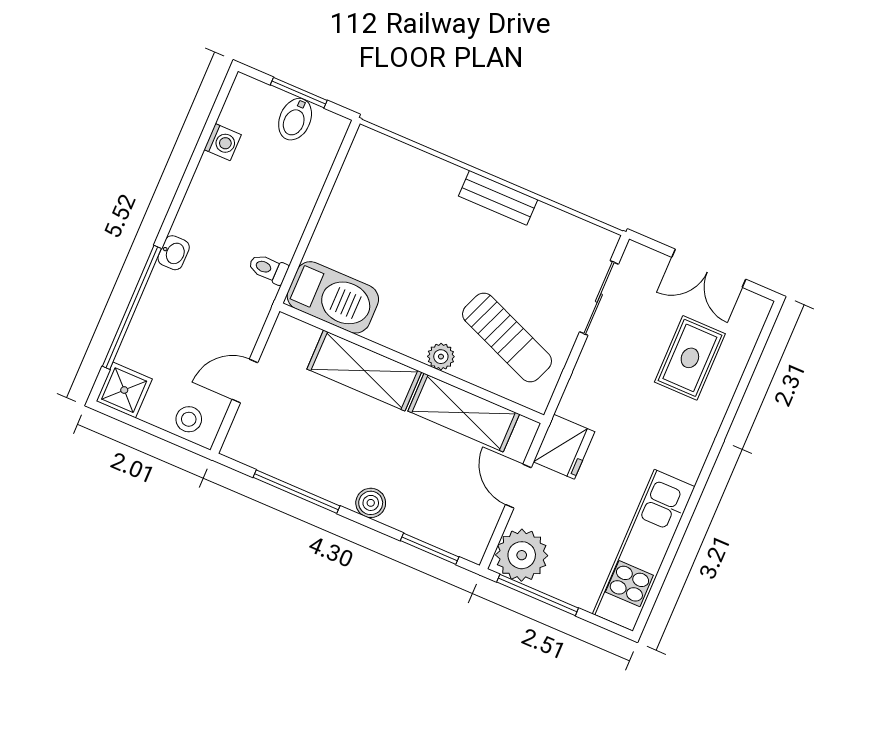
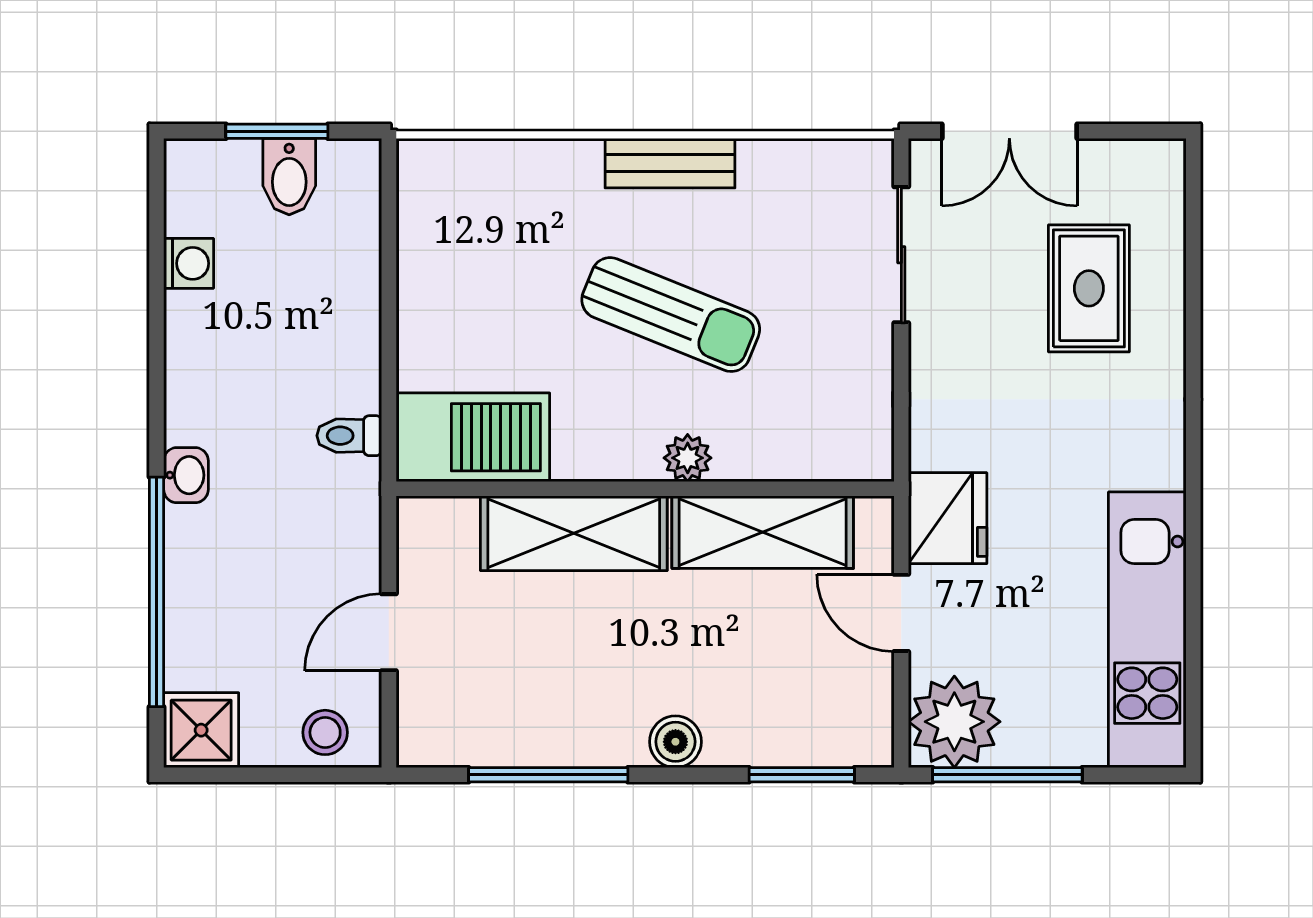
double door: (709, 268) -> (1009, 131), moved
sun lounger: (507, 337) -> (671, 315), moved

